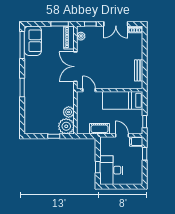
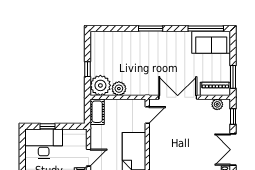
cot: (99, 129) -> (97, 112), moved

